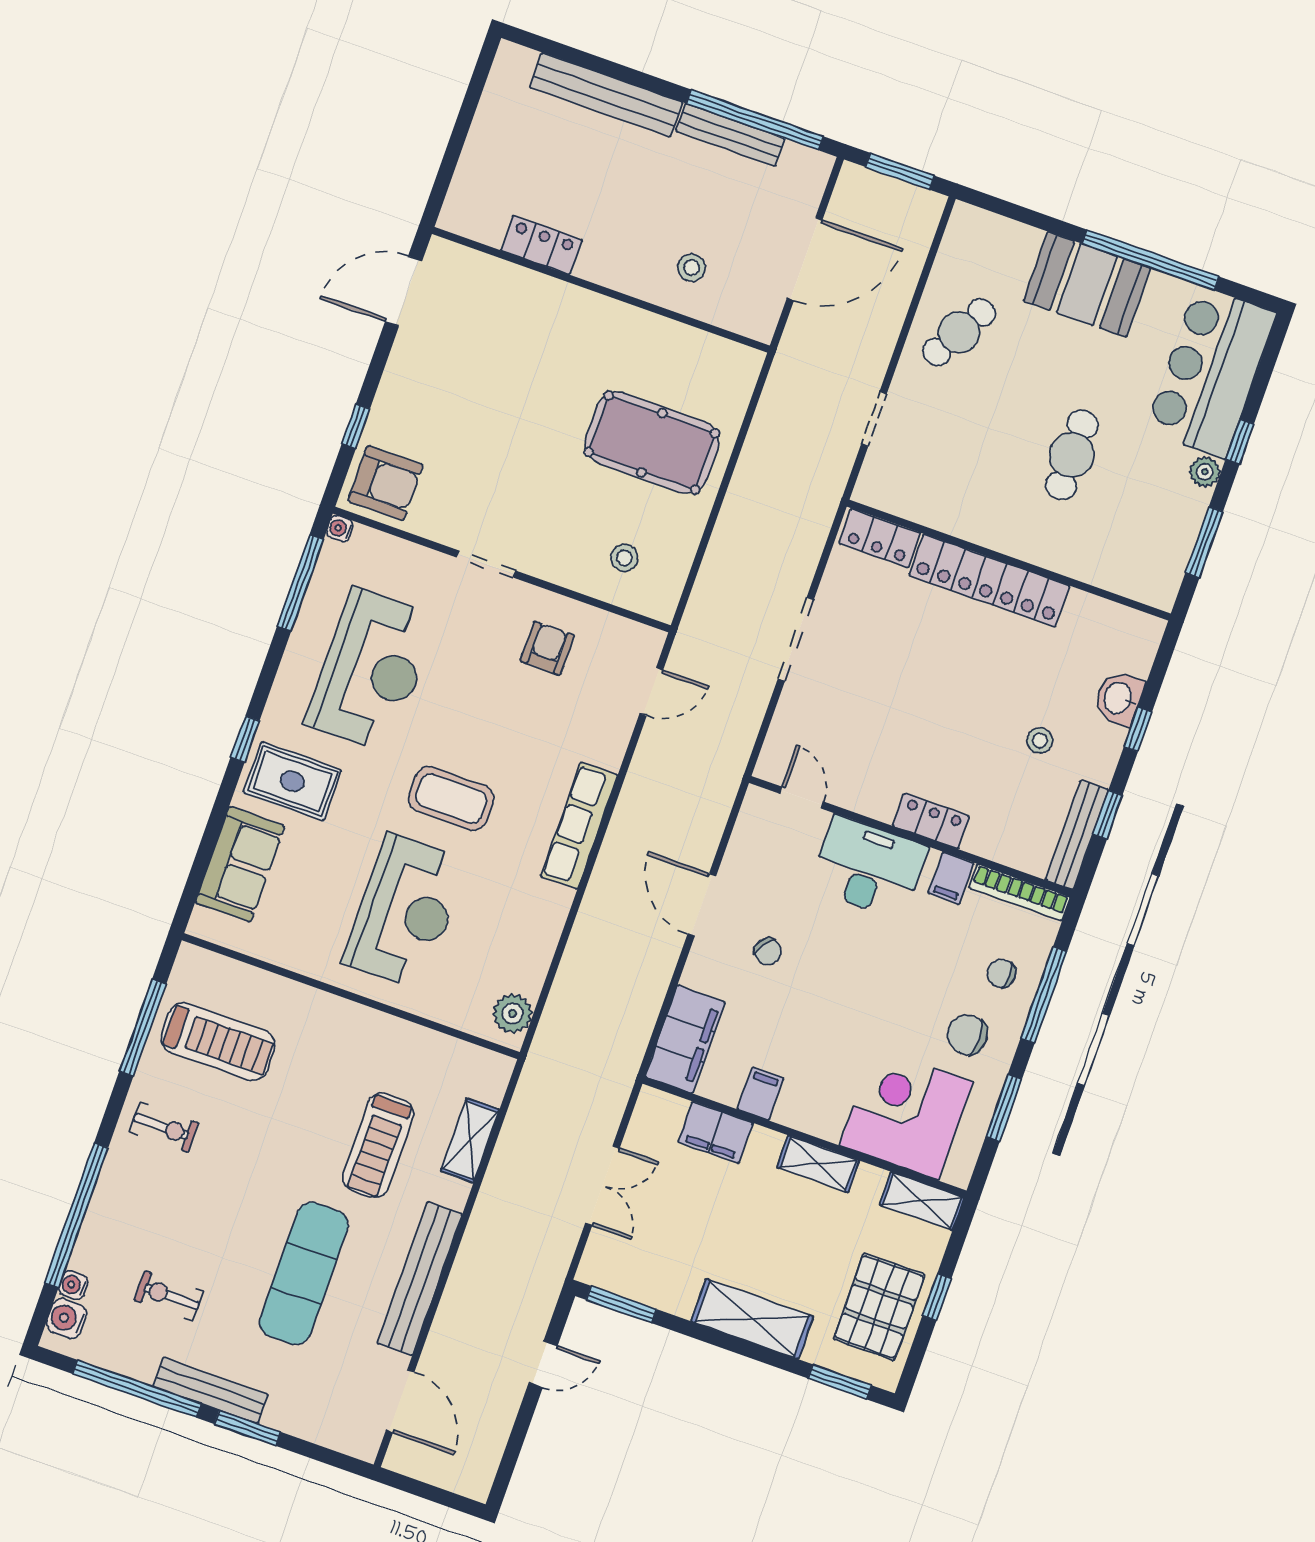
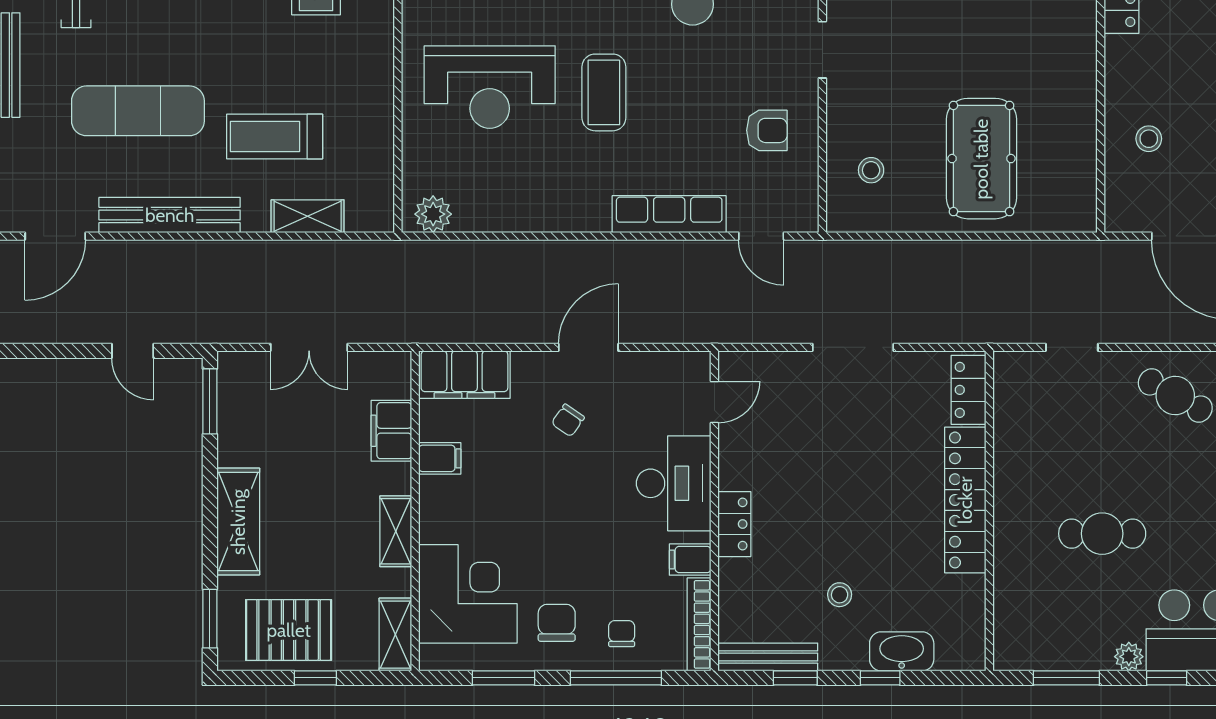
washbasin: (1119, 698) -> (902, 651), width x1.38
row of seats: (579, 826) -> (669, 214), moved

